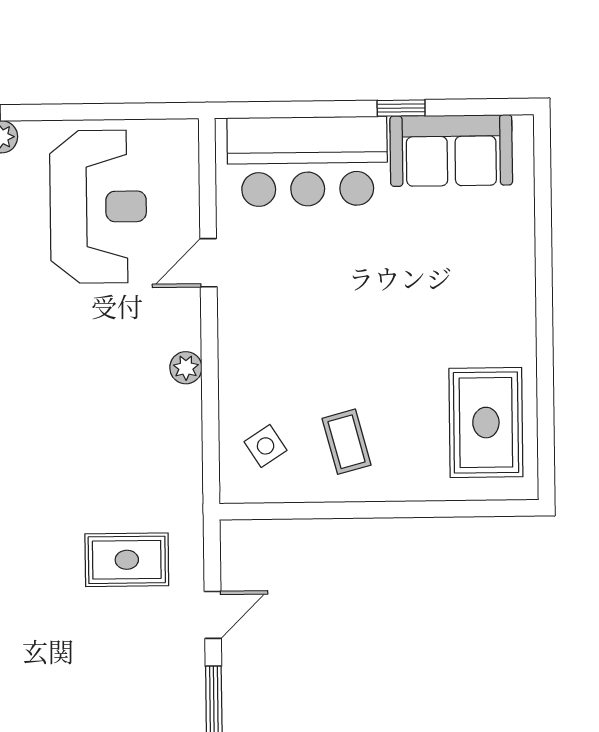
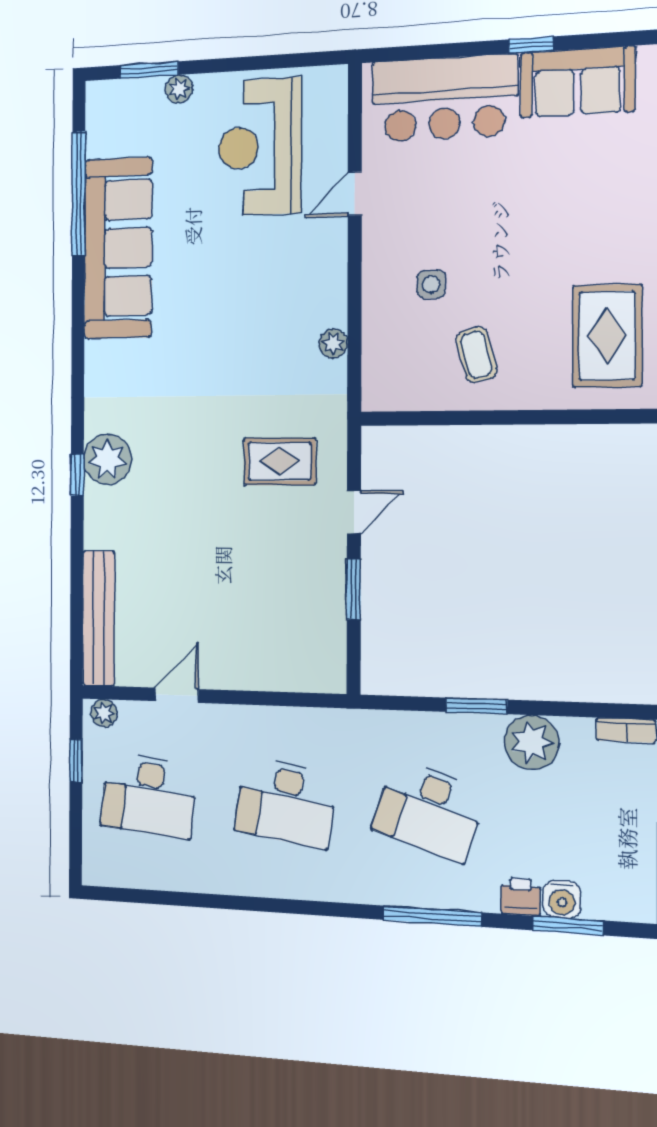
reception desk: (98, 207) -> (260, 147), turned 180
plant: (186, 368) -> (333, 344), moved
side table: (266, 446) -> (431, 284), moved, turned 33

